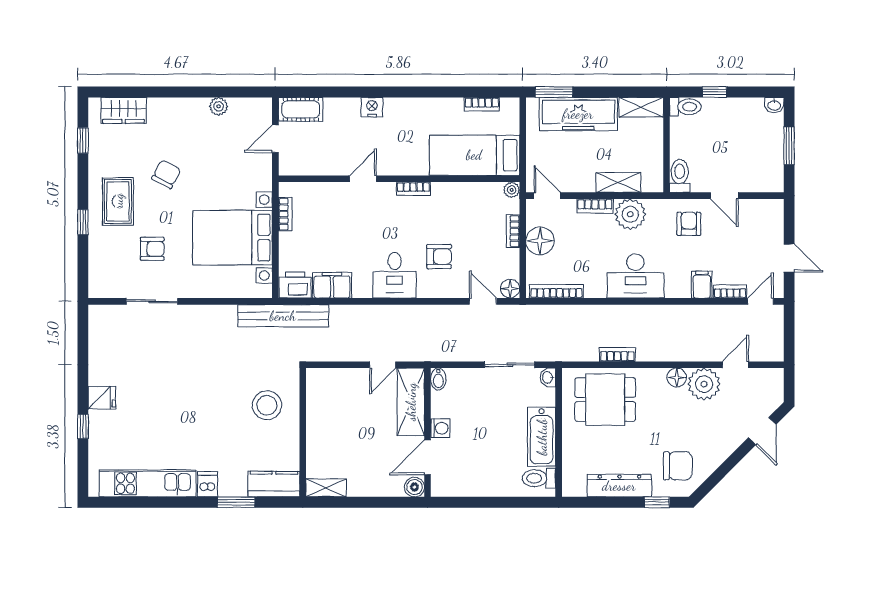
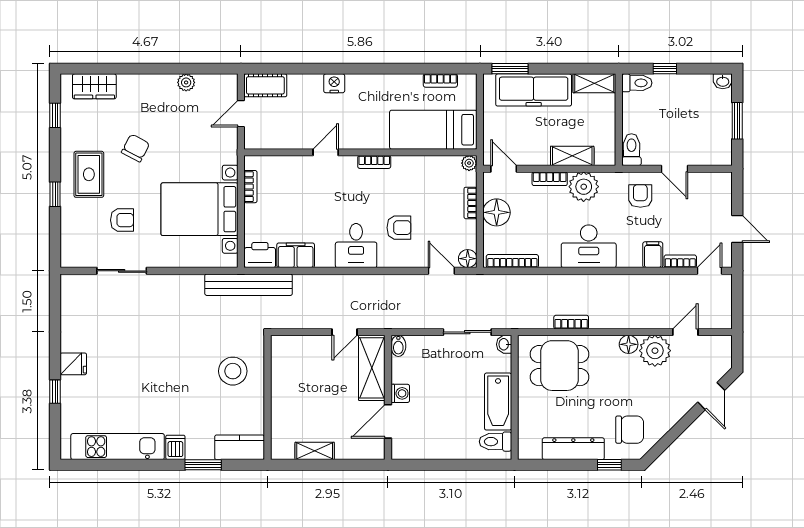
boiler: (414, 487) -> (375, 450), removed
shelving: (326, 488) -> (315, 451), moved

